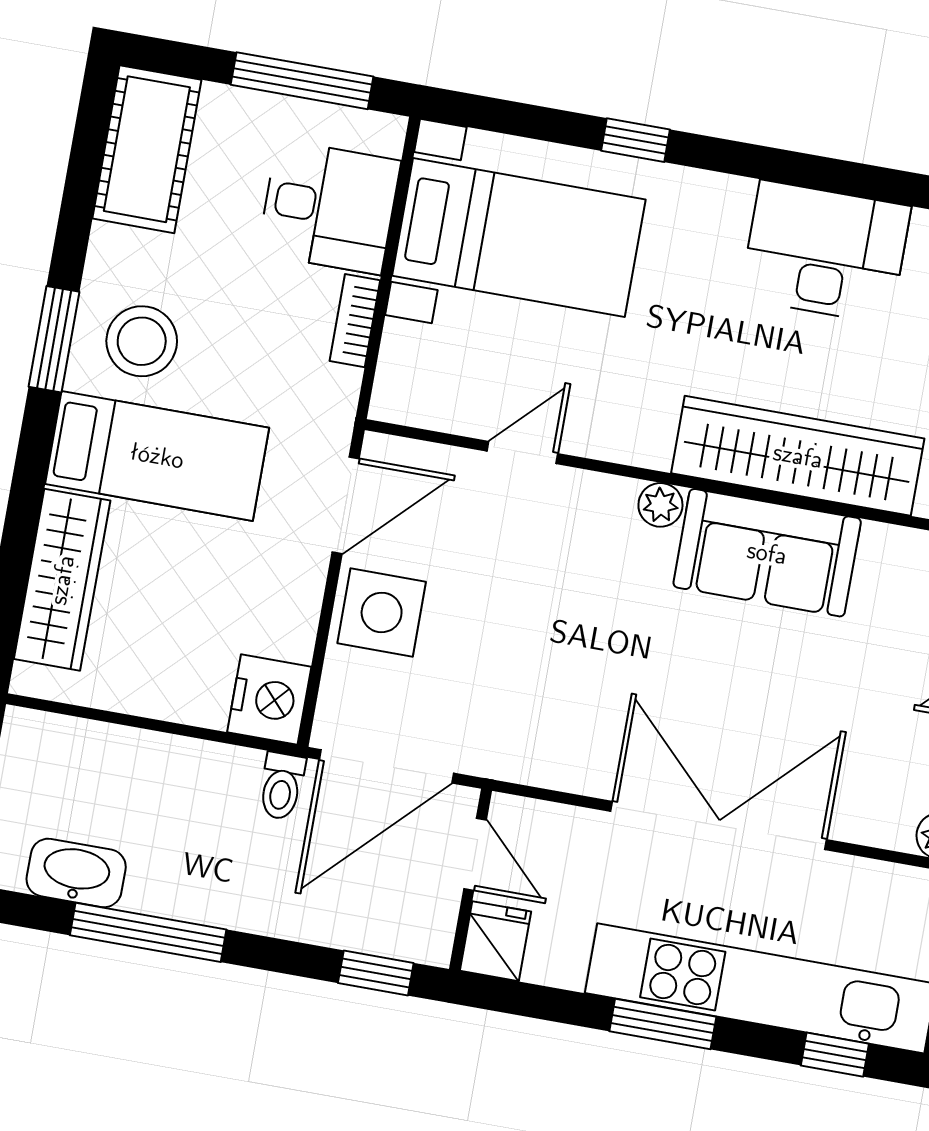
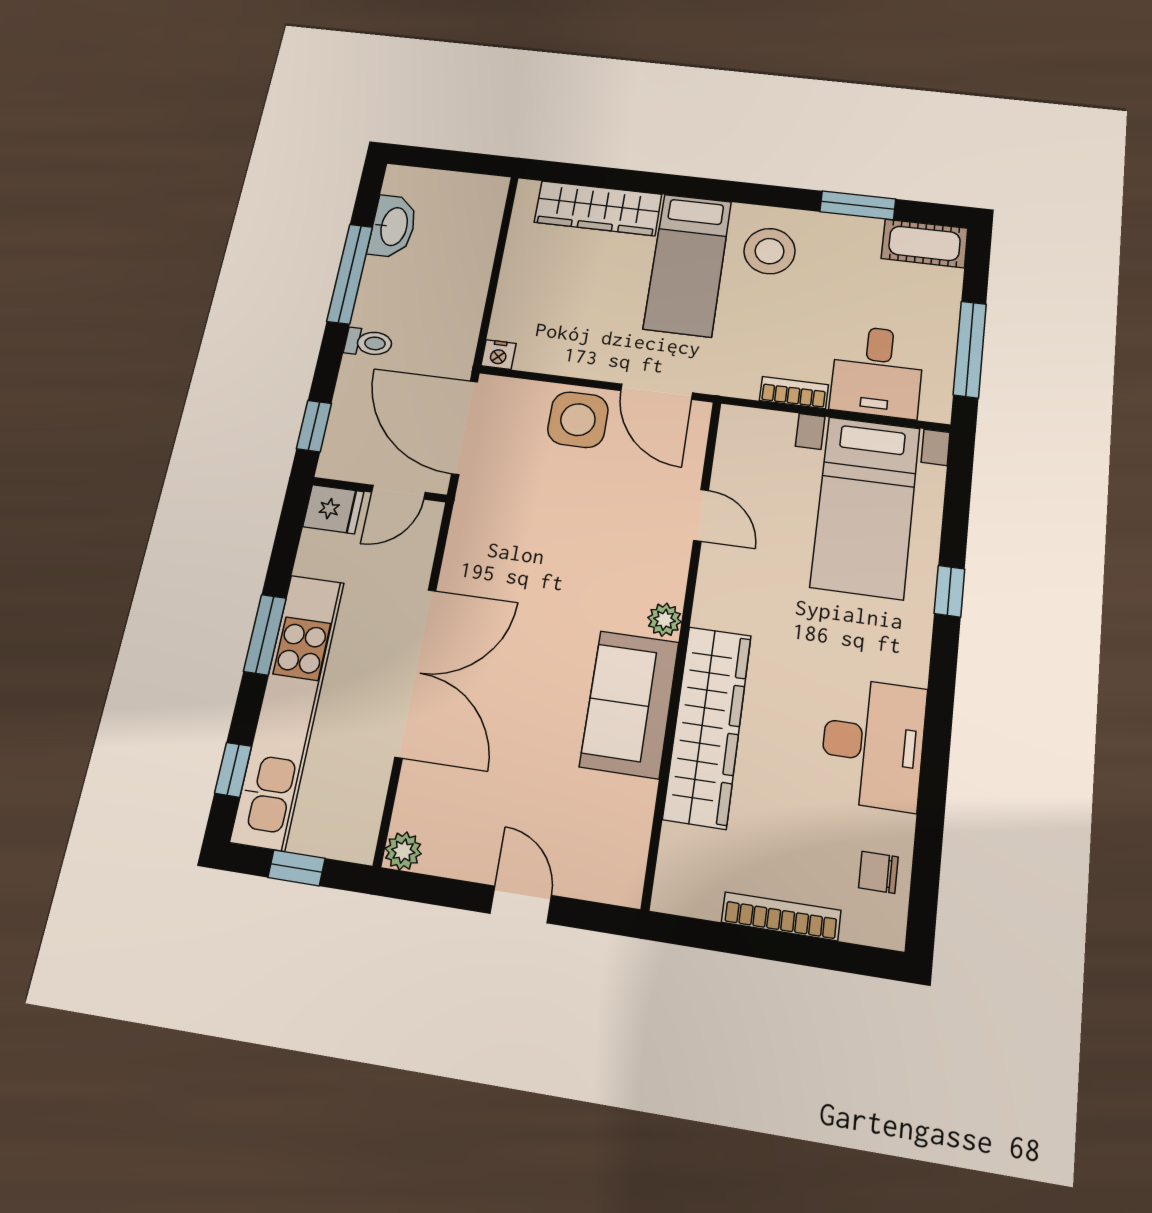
cot: (147, 149) -> (925, 243), width x0.73, depth x0.75
window: (54, 339) -> (858, 205), moved
nightstand: (269, 699) -> (499, 355), width x0.53, depth x0.56
toilet: (282, 786) -> (369, 343), moved, turned 180

